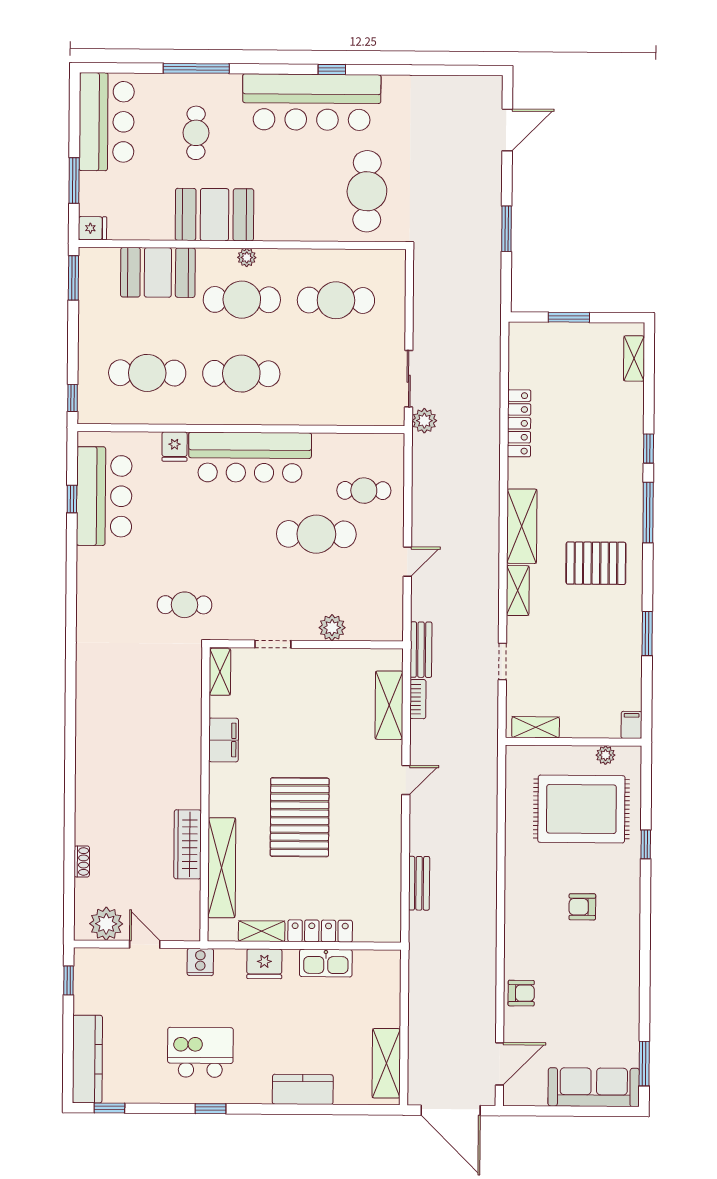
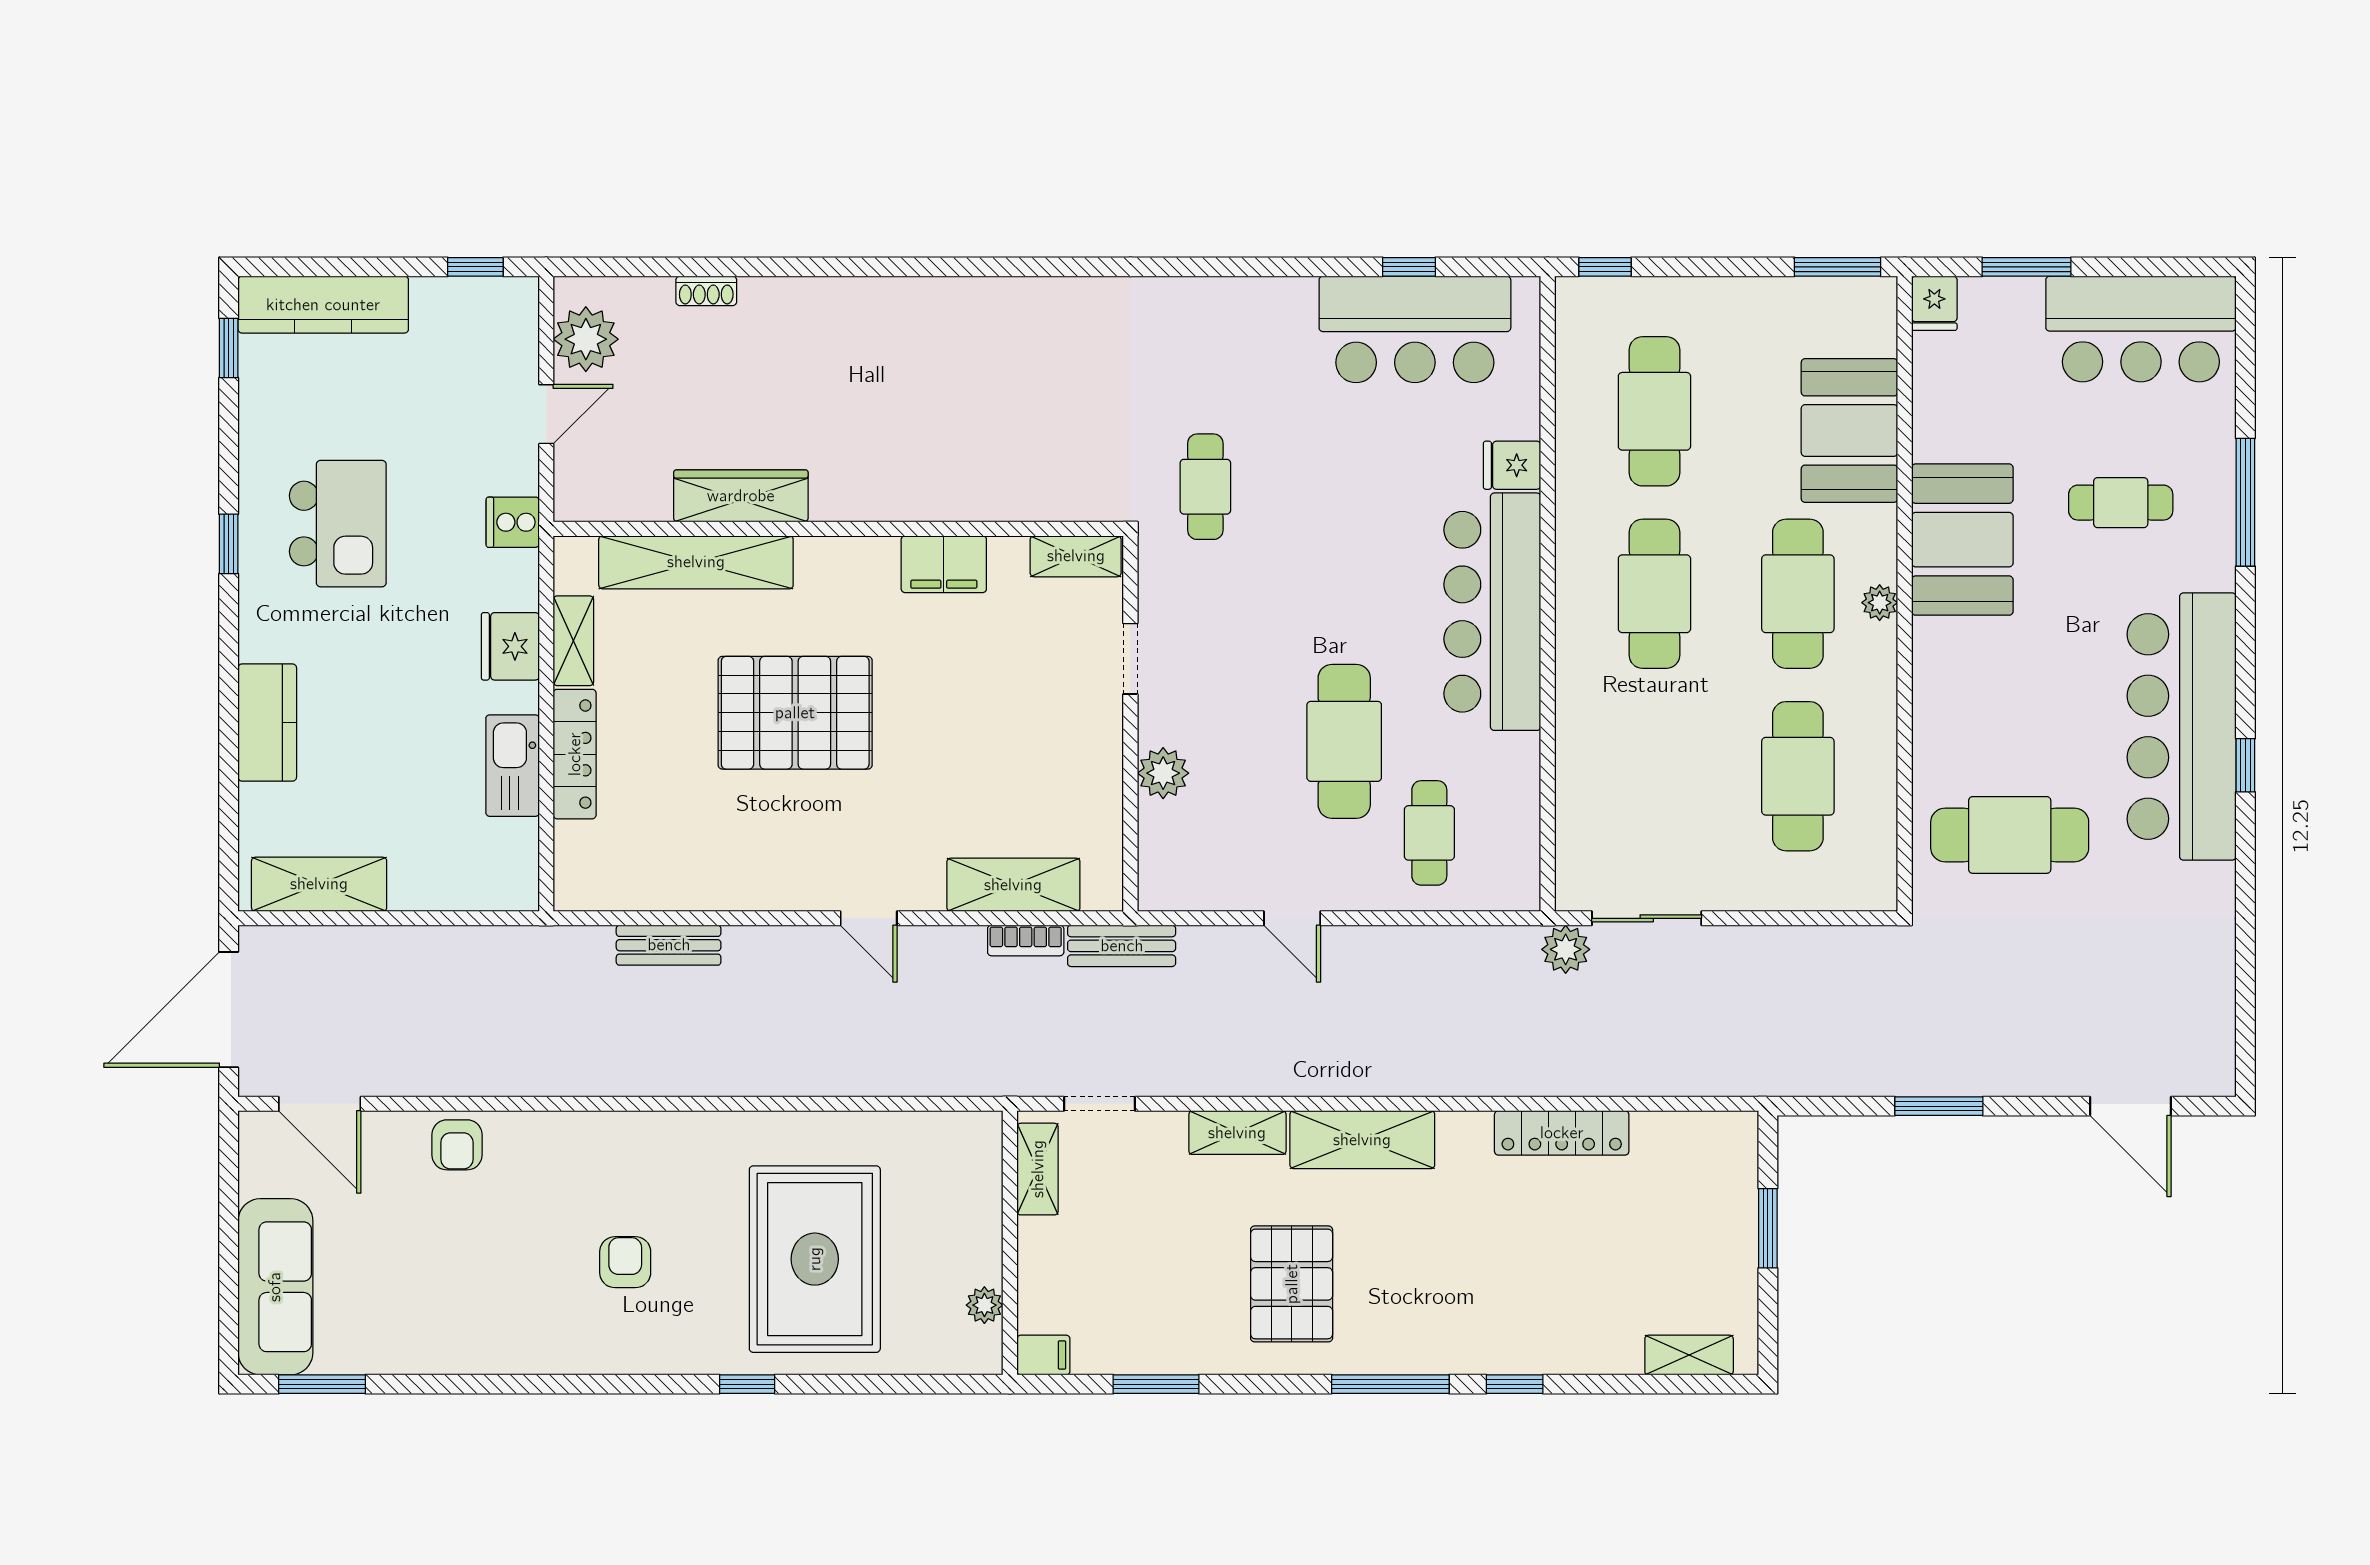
filing cabinet: (631, 725) -> (1043, 1355), moved
shelving: (536, 727) -> (1038, 1169), moved
wall: (573, 742) -> (1010, 1243), moved
plant: (605, 755) -> (984, 1305), moved

